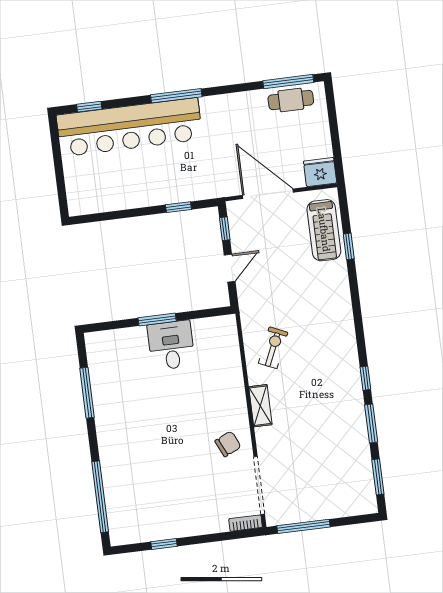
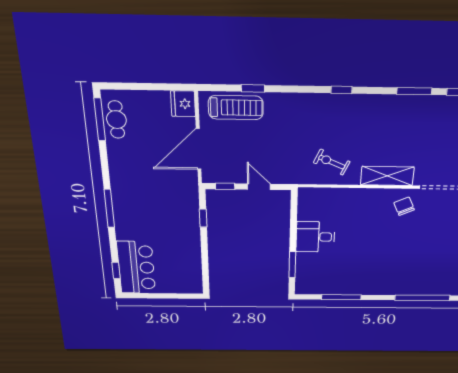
bar counter: (129, 127) -> (136, 268), width x0.54
window: (157, 319) -> (292, 265), moved
window: (365, 378) -> (342, 90), moved
shelving: (260, 406) -> (387, 176), width x1.50, depth x1.33

